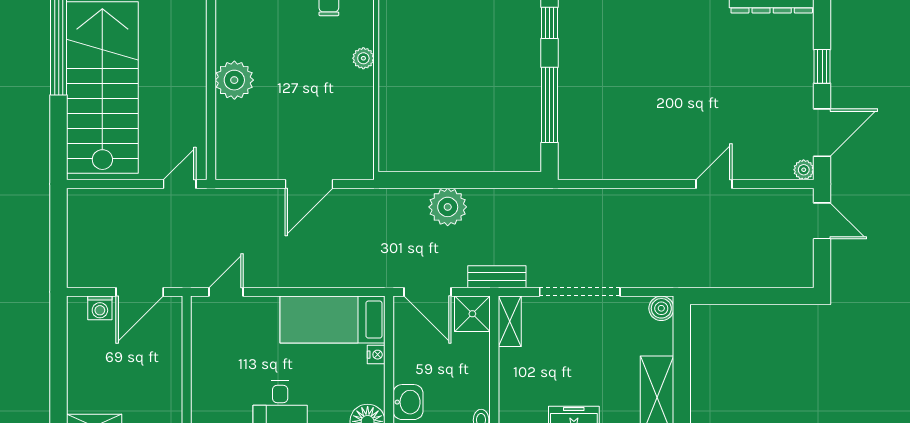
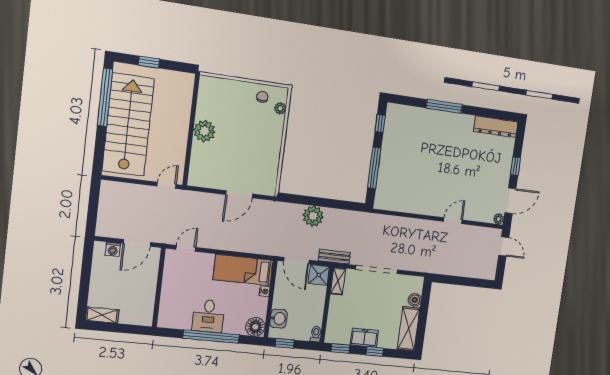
plant: (363, 58) -> (280, 108), moved
boiler: (661, 308) -> (415, 300), moved

